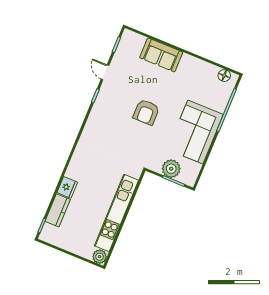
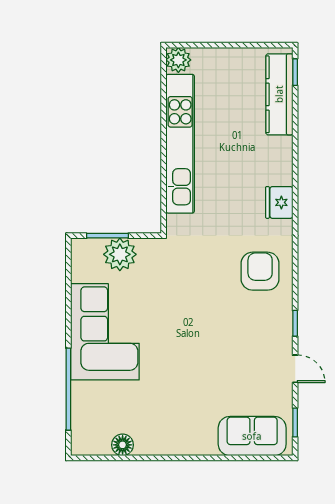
sofa: (161, 55) -> (252, 436), moved
floor lamp: (224, 76) -> (123, 445), moved
armchair: (146, 112) -> (260, 271), moved
fridge: (67, 187) -> (279, 202), moved
kitchen counter: (58, 210) -> (279, 94), width x1.50

